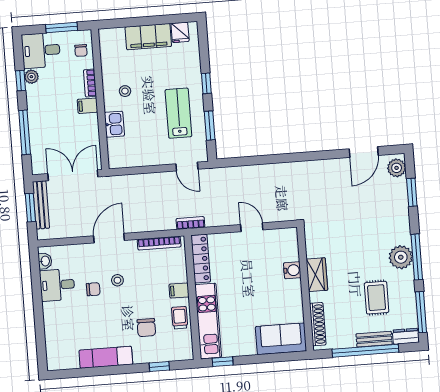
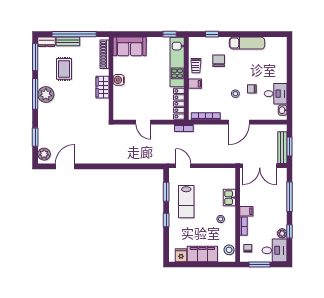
stool: (109, 46) -> (229, 250), added
water cooler: (292, 270) -> (119, 80), moved

